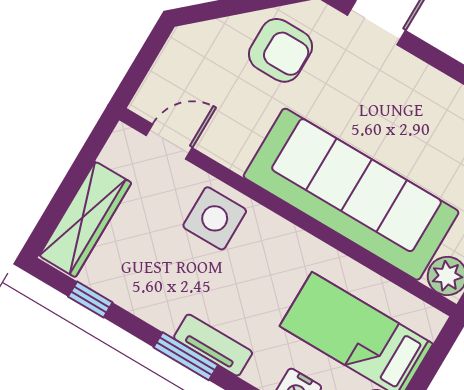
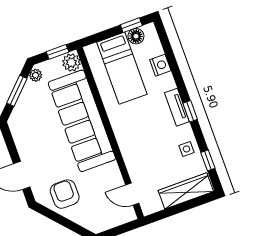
side table: (215, 218) -> (186, 149), moved, width x0.54, depth x0.54
window: (186, 356) -> (190, 111), width x0.67

